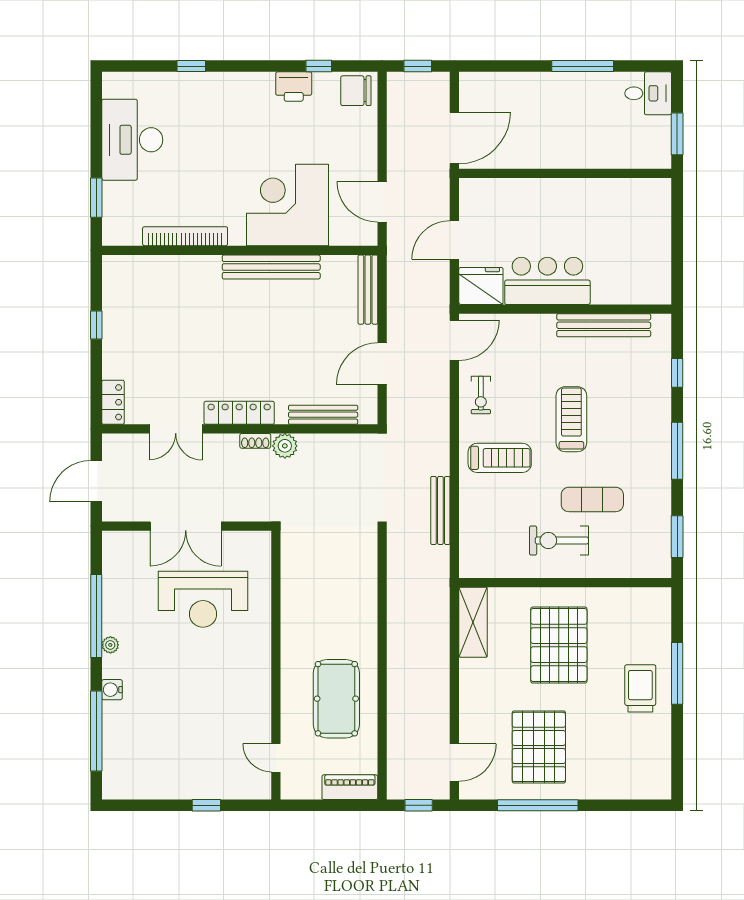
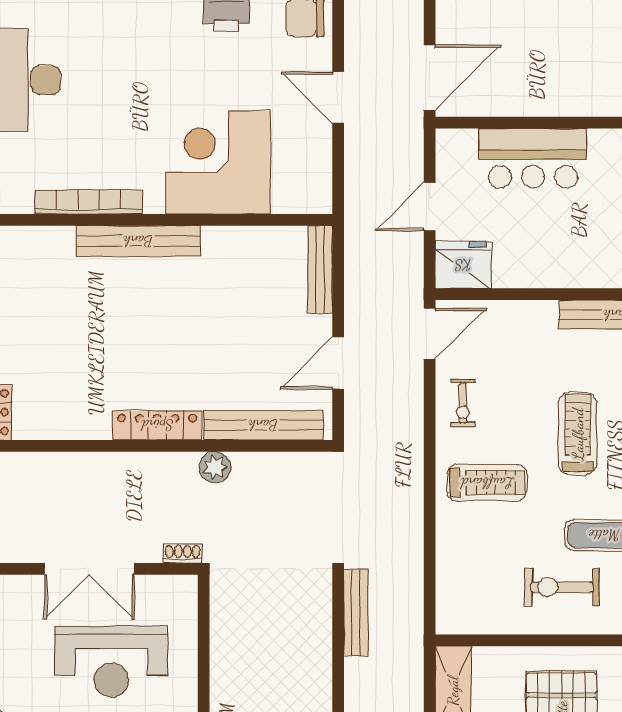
door: (382, 202) -> (338, 97), moved
bench: (271, 267) -> (138, 241), moved
bar counter: (547, 281) -> (533, 158), moved, turned 180
bench: (323, 415) -> (263, 425), width x1.37, depth x1.21
double door: (176, 429) -> (77, 446), removed
shoe rack: (255, 441) -> (183, 554), moved, turned 180
bench: (440, 510) -> (356, 612), moved

